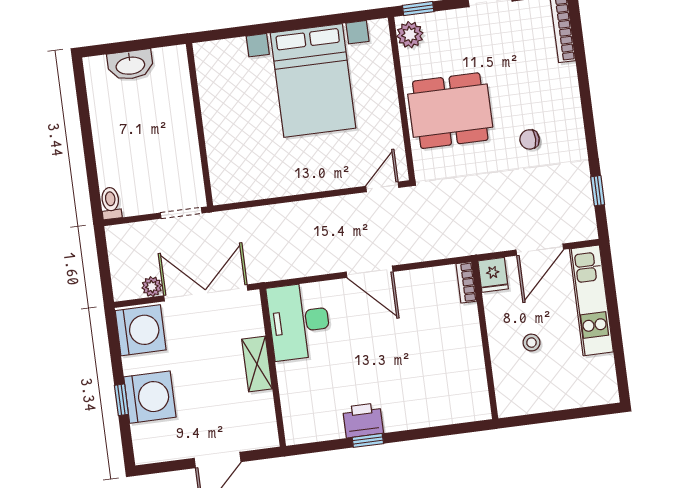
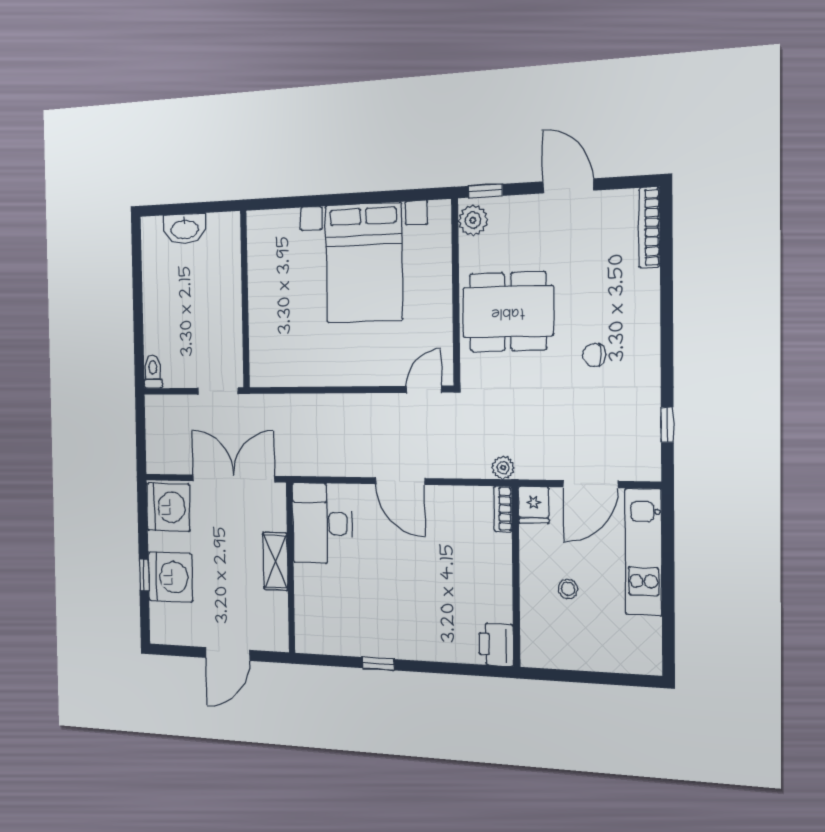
plant: (152, 287) -> (503, 468), moved
printer: (363, 420) -> (496, 644), moved, turned -90

